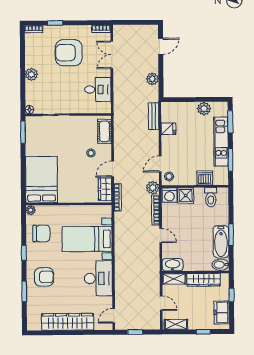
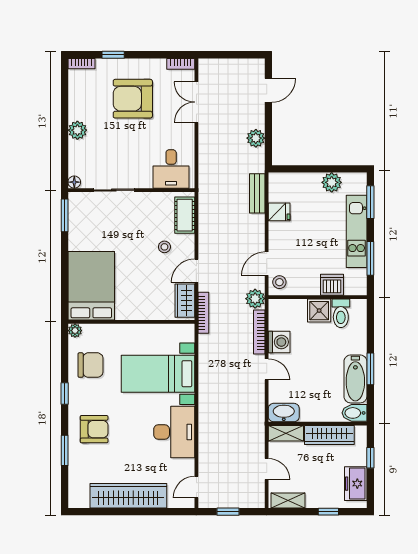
desk: (98, 90) -> (171, 169), moved, turned 90
washing machine: (169, 195) -> (279, 342), moved, turned -90
shower: (186, 195) -> (319, 311), moved

